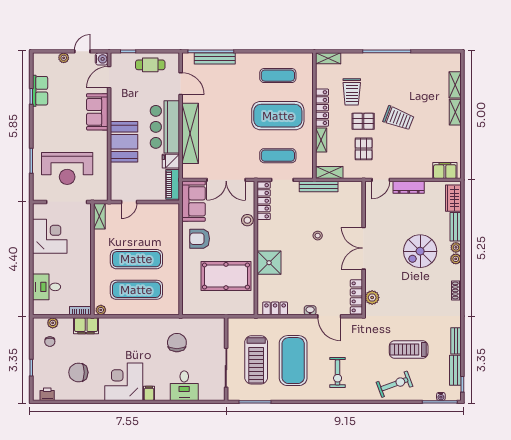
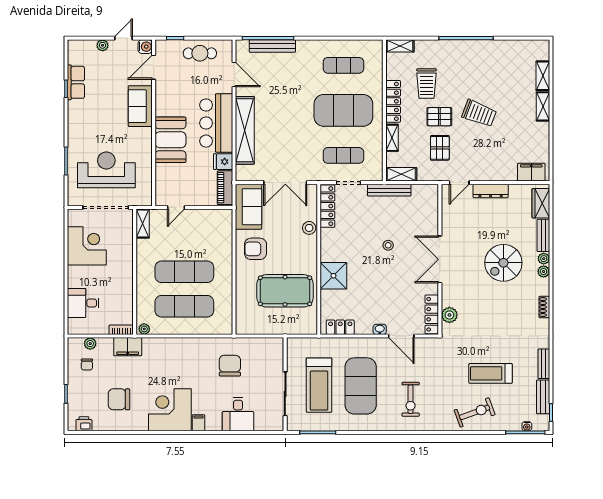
reception desk: (67, 169) -> (106, 170), turned 180

